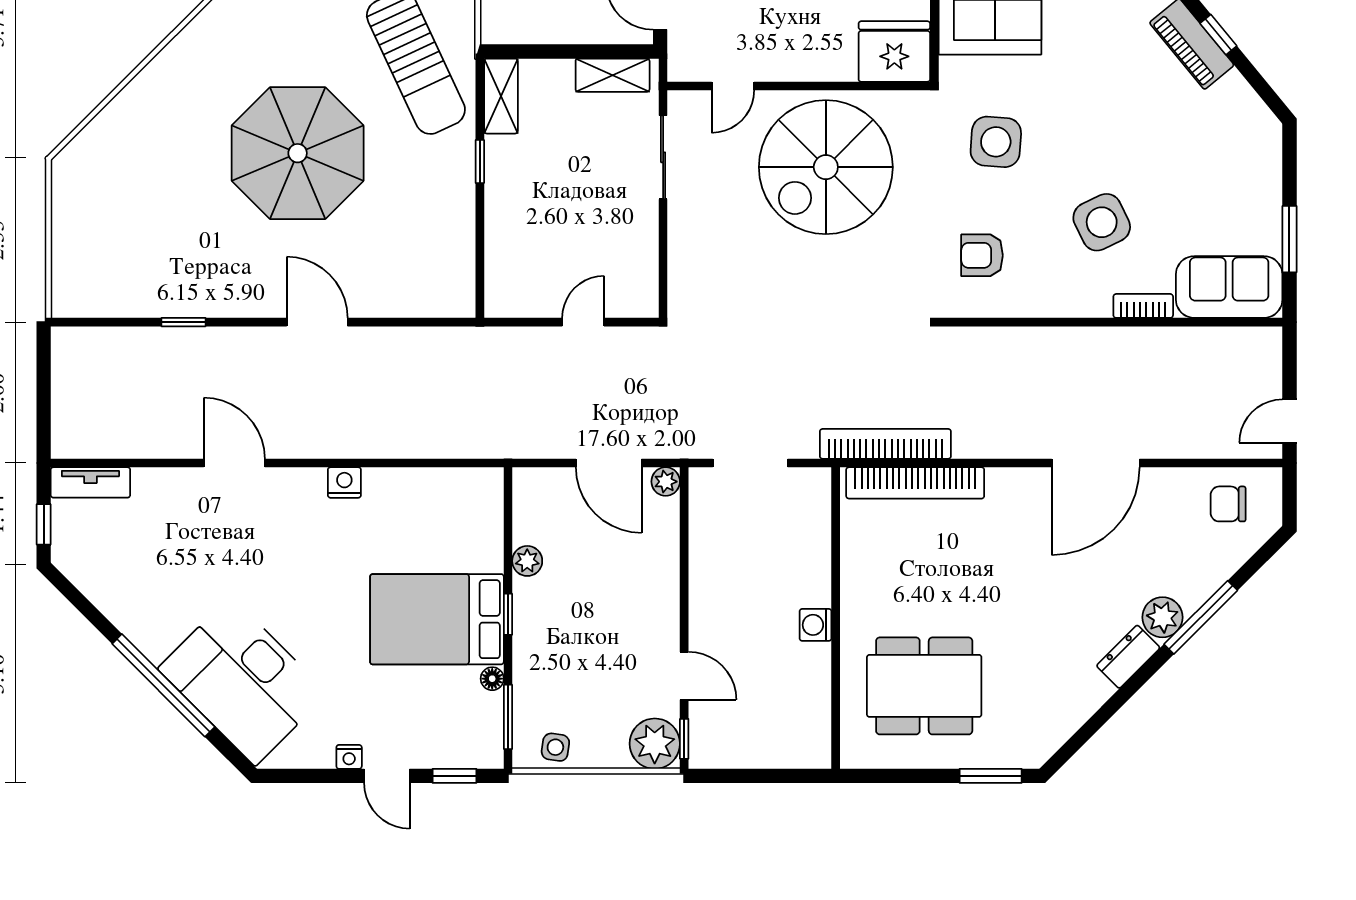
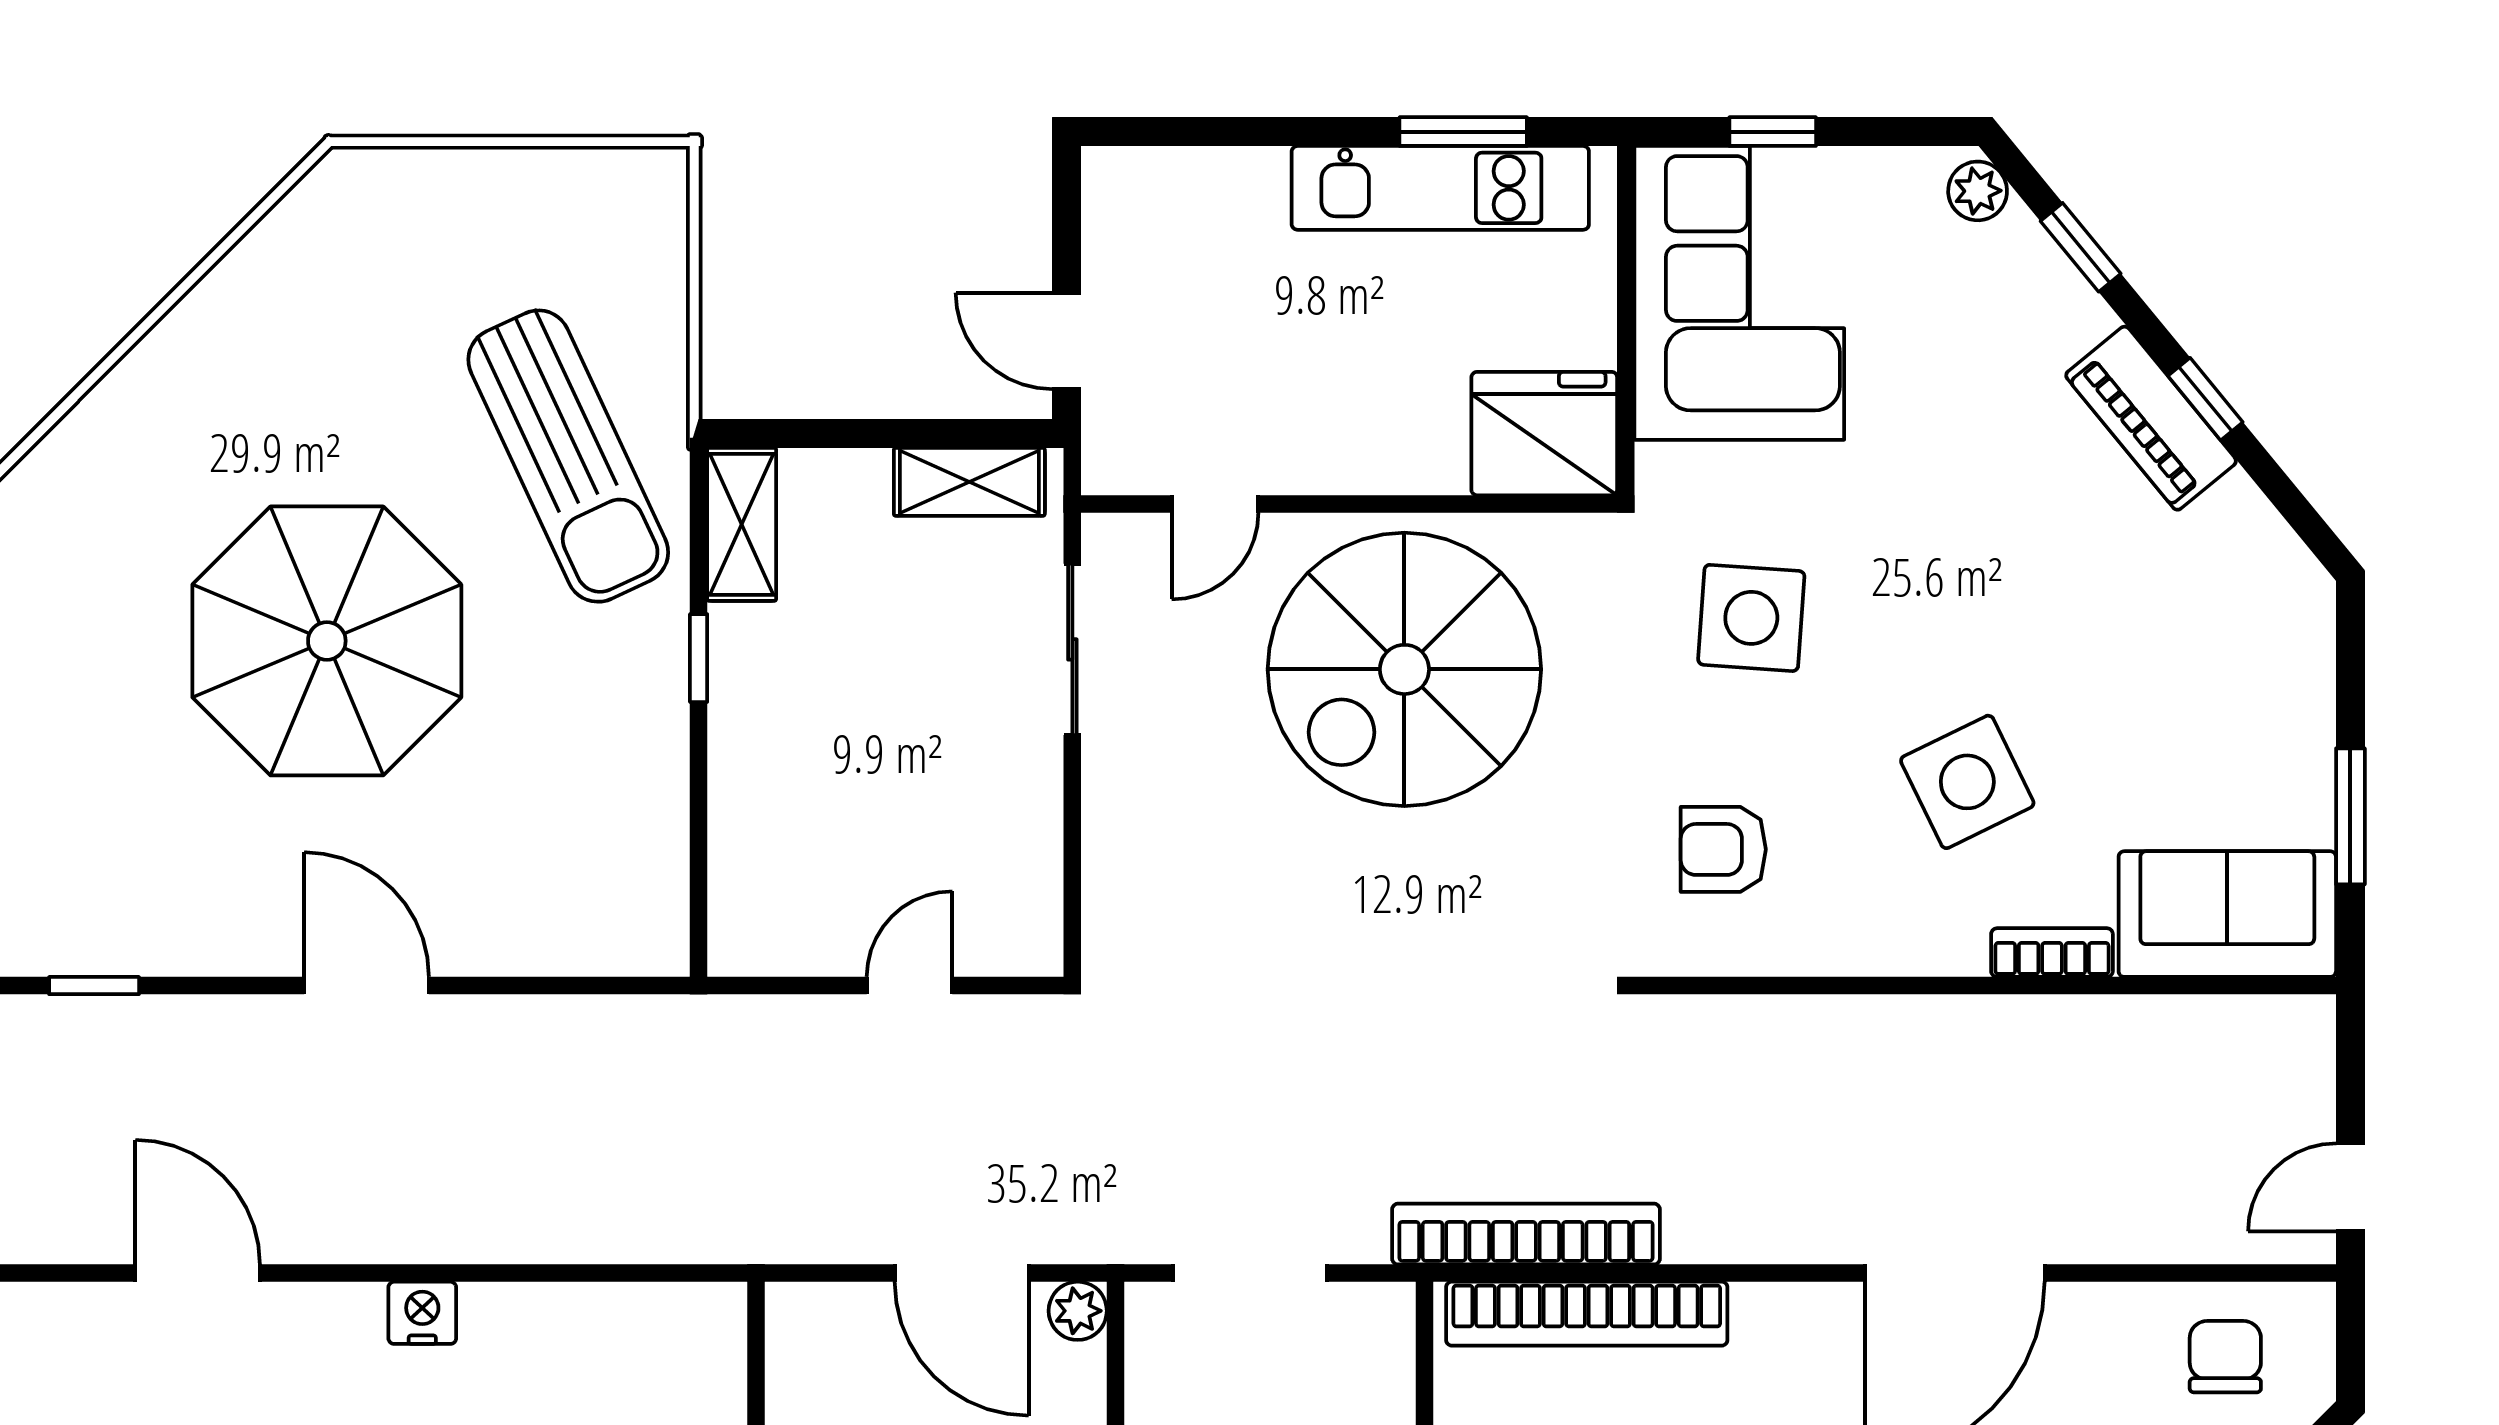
chair: (1228, 504) -> (2225, 1357), turned 90

